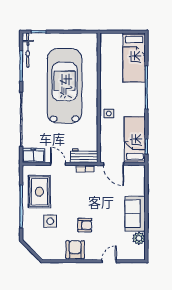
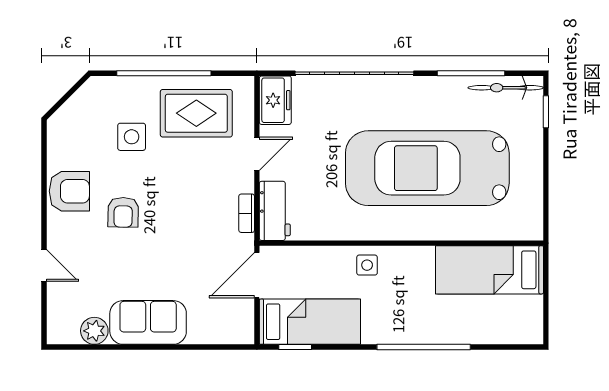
bed: (134, 57) -> (490, 270), moved
car: (65, 86) -> (427, 168), turned 180

